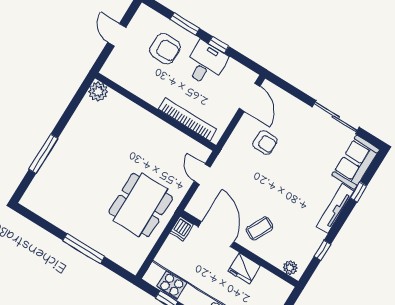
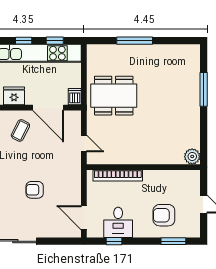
window: (185, 24) -> (173, 241), moved
window: (218, 45) -> (114, 241), moved
desk: (205, 63) -> (118, 222), moved
armchair: (265, 143) -> (35, 190), moved
dining table: (141, 205) -> (114, 96), turned 90

